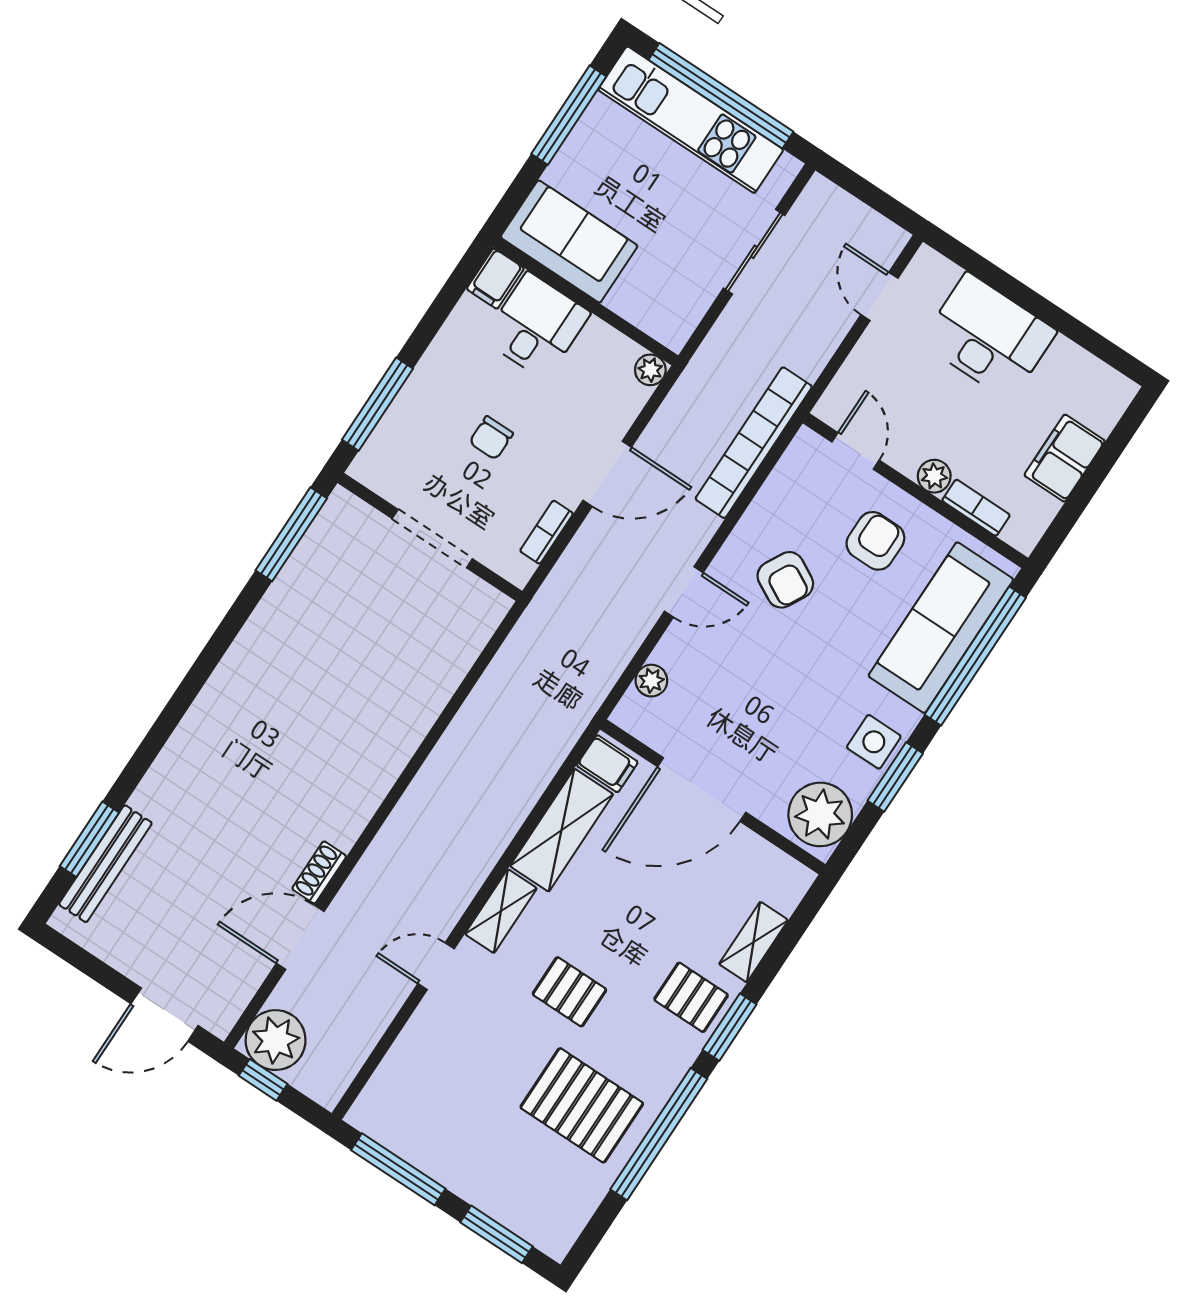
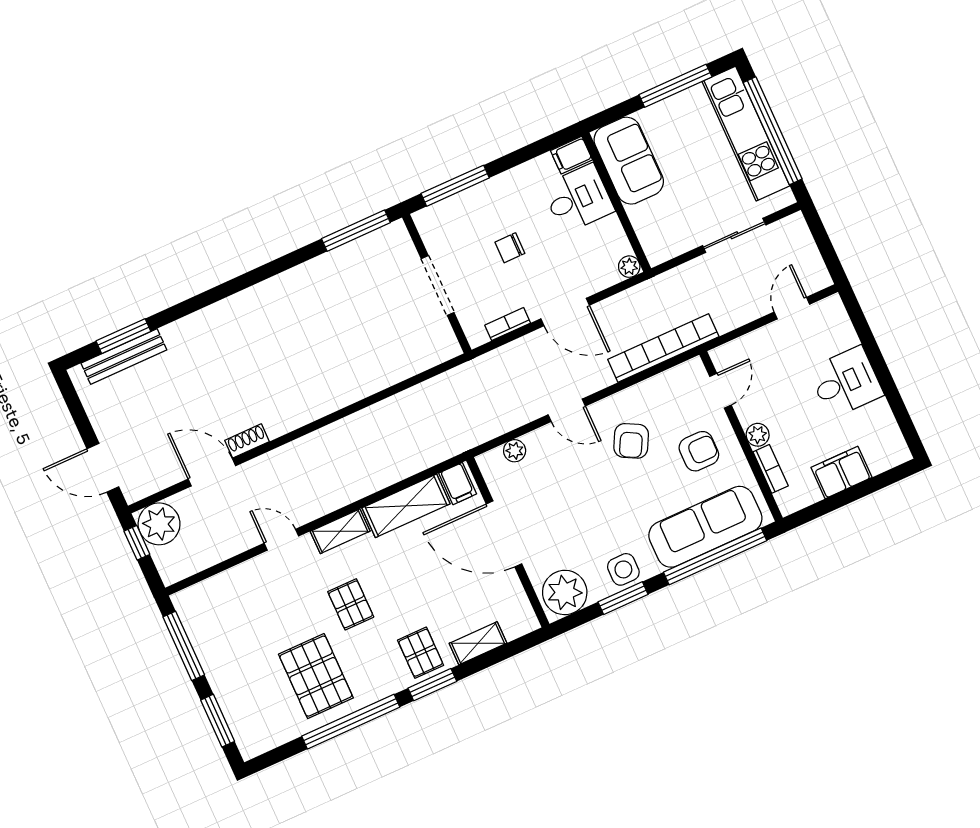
desk: (988, 337) -> (846, 382), width x0.73

